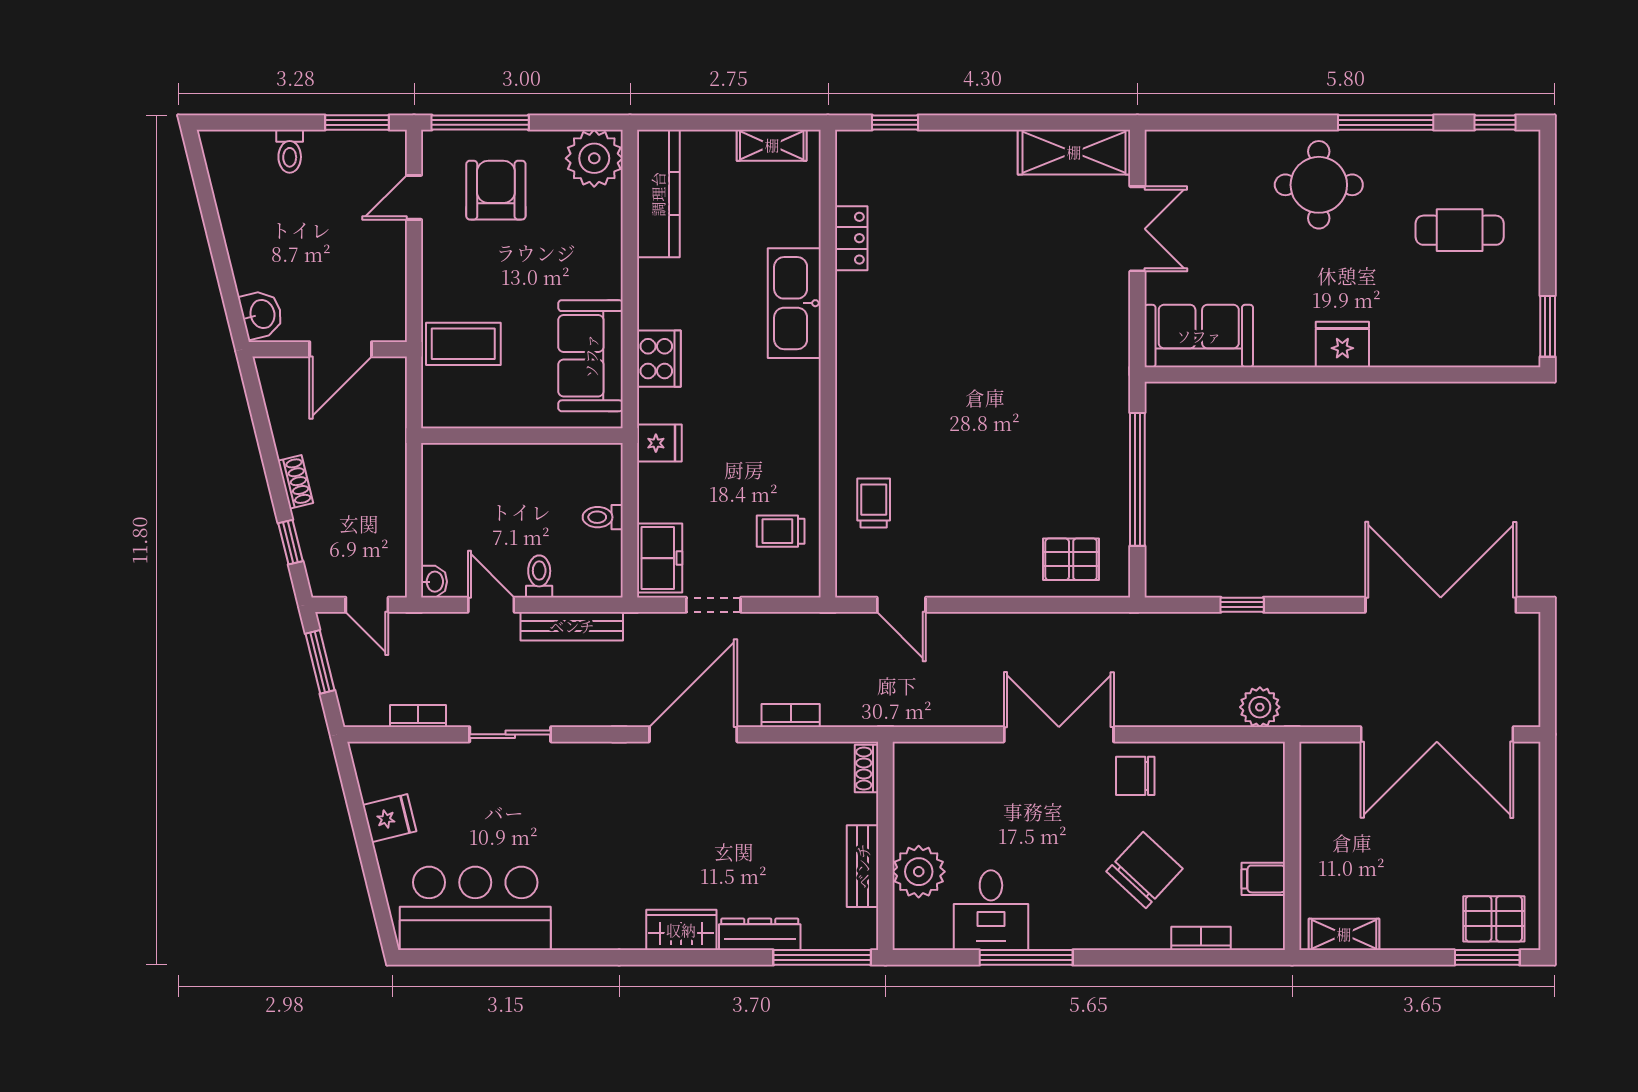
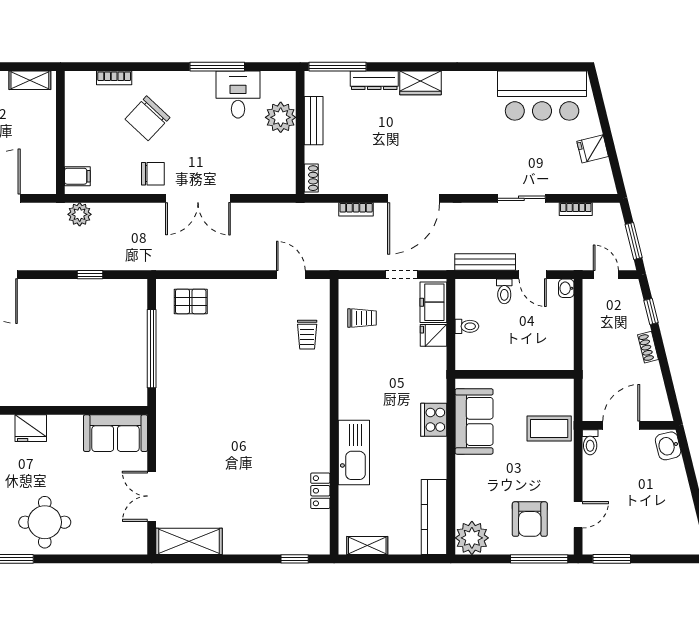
toilet: (290, 151) -> (590, 442), moved, turned 180
fridge: (659, 443) -> (433, 335), moved
filing cabinet: (1263, 879) -> (77, 176), moved

